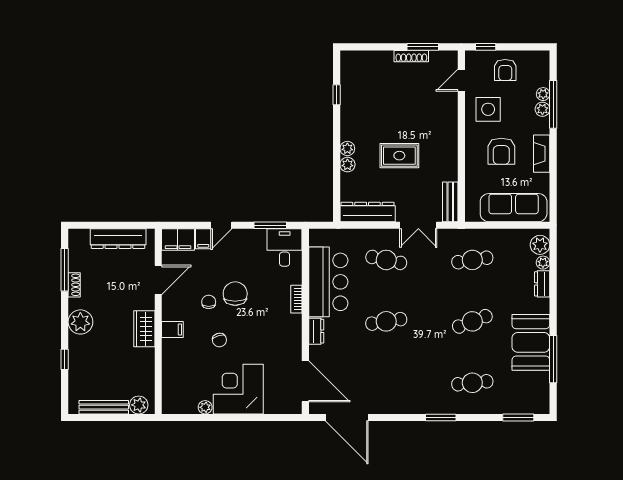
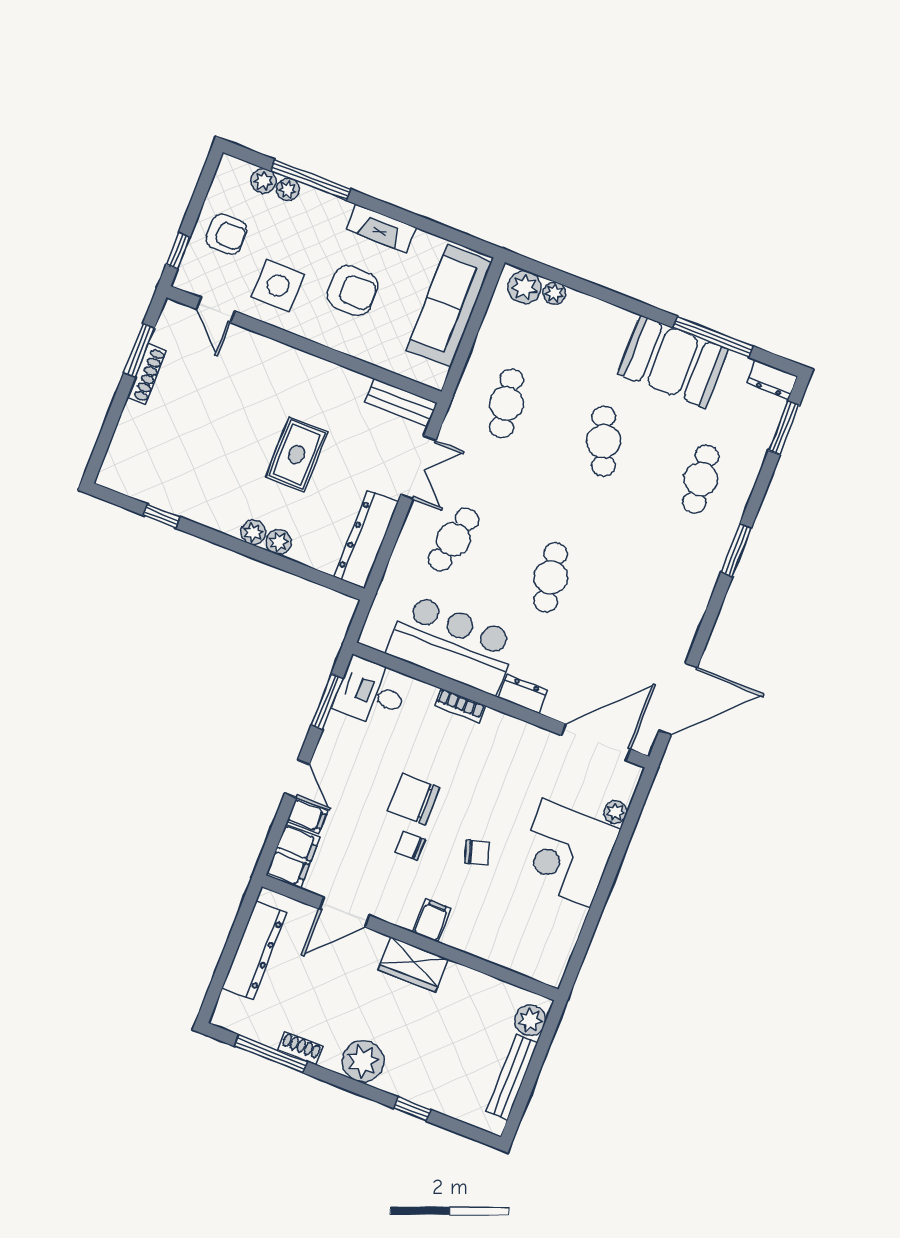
plant: (542, 109) -> (263, 181), moved
door: (158, 280) -> (345, 912), swing flipped
dresser: (542, 284) -> (772, 380), moved
plant: (205, 407) -> (616, 812), moved

